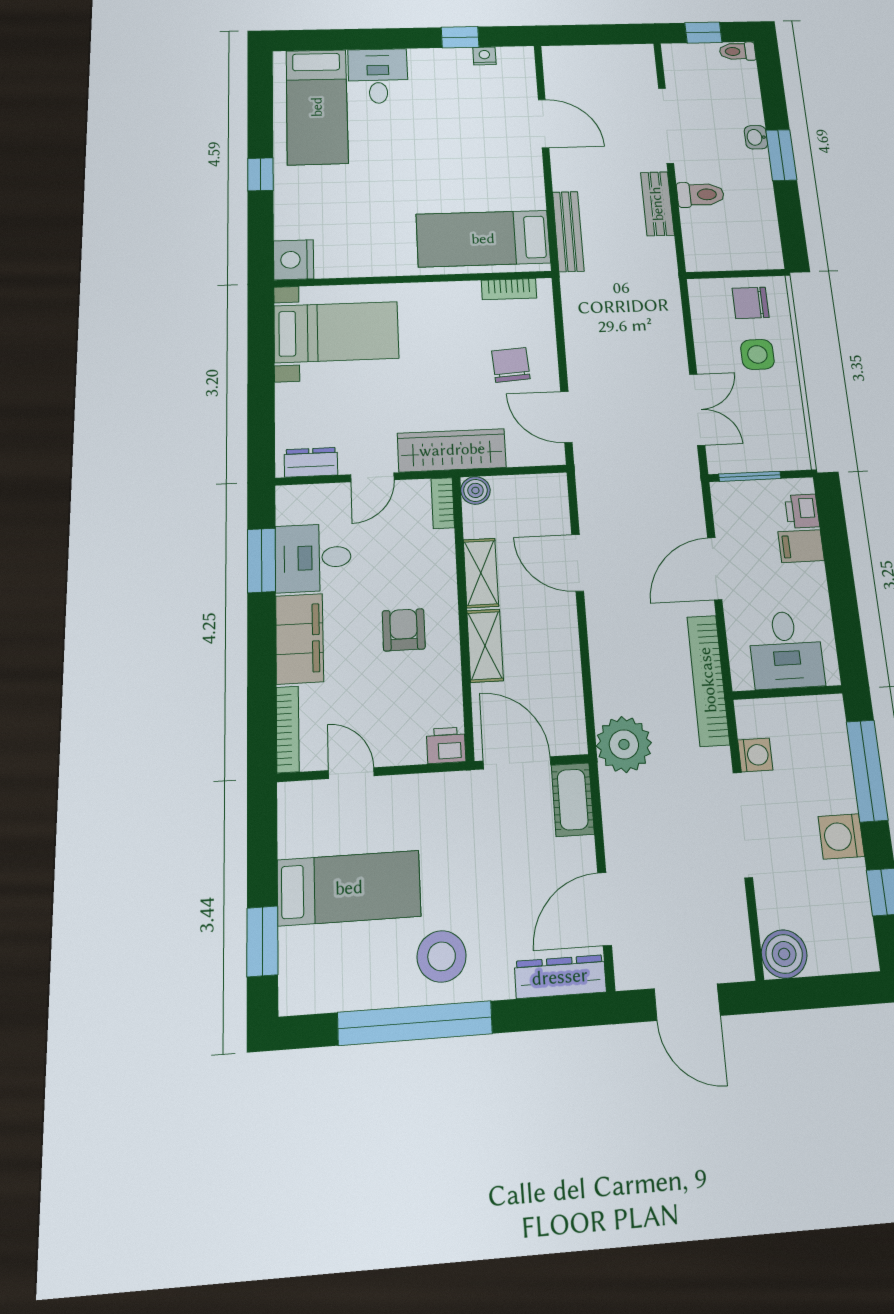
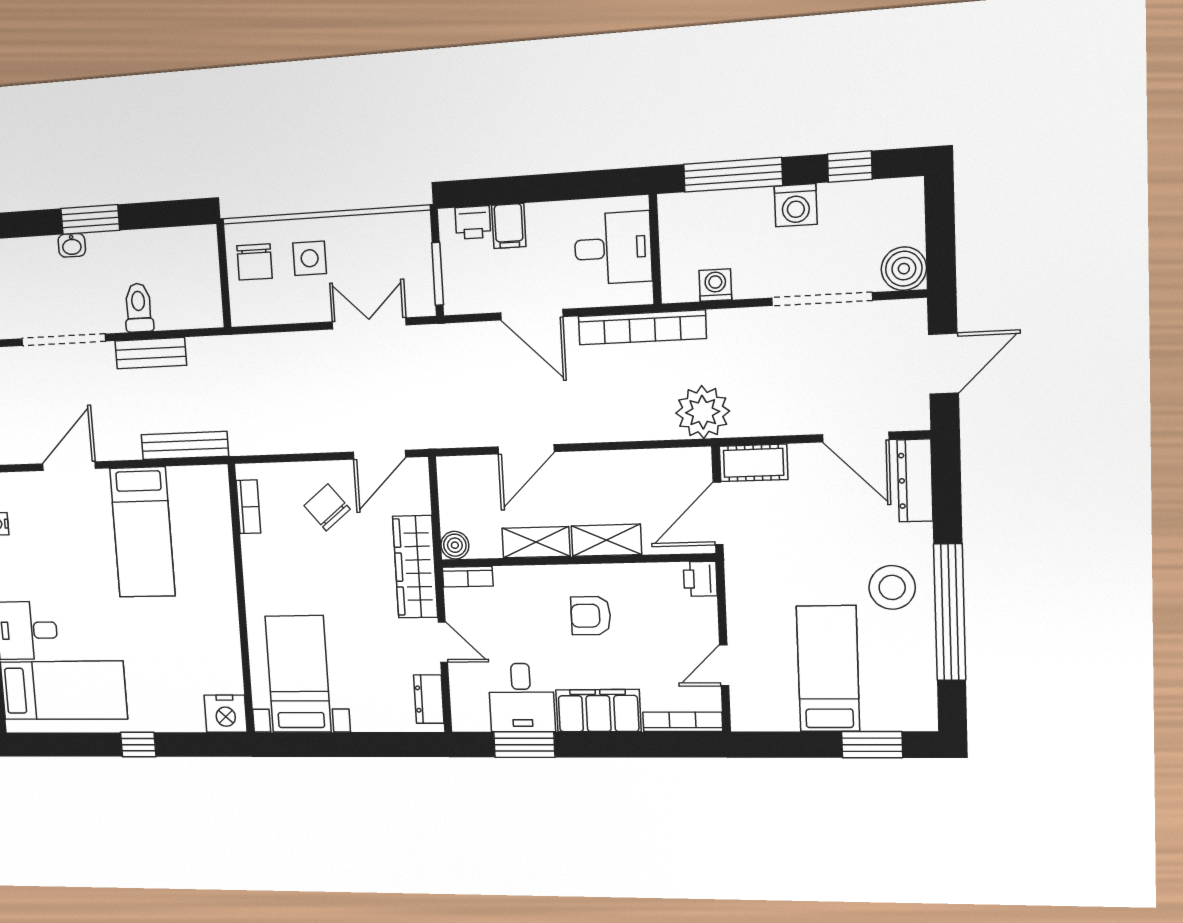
bed: (483, 239) -> (142, 532), moved
chair: (511, 365) -> (327, 507), turned 55
doorway: (743, 825) -> (822, 299), moved

